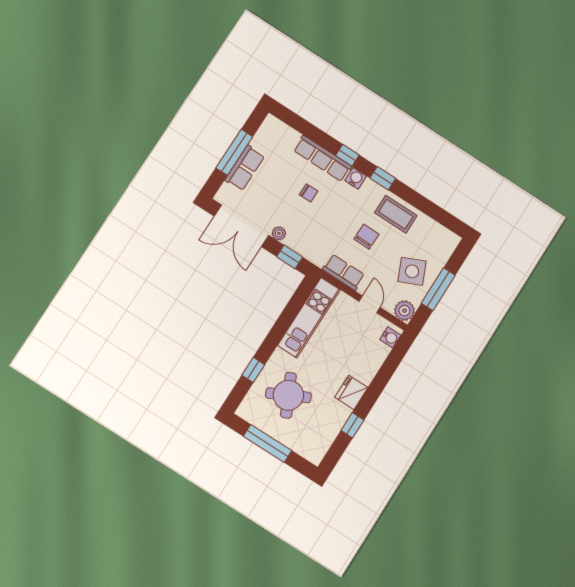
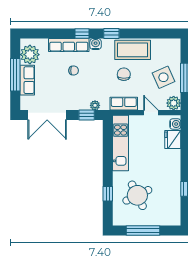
plant: (268, 139) -> (30, 55), added
coffee table: (396, 214) -> (133, 50), width x1.36, depth x1.32
plant: (279, 233) -> (95, 105), moved
fridge: (351, 392) -> (173, 139), moved

